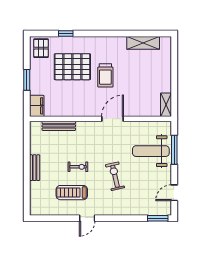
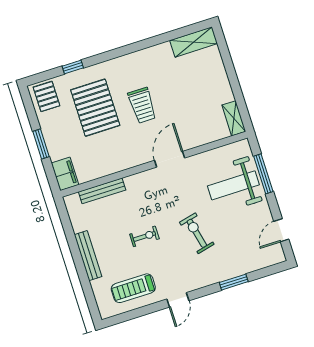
shelving: (143, 43) -> (194, 42), moved
pallet: (72, 67) -> (95, 108), turned 90
bench: (35, 168) -> (88, 256), width x1.36
treadmill: (72, 193) -> (133, 288), moved
window: (158, 218) -> (234, 282), moved

